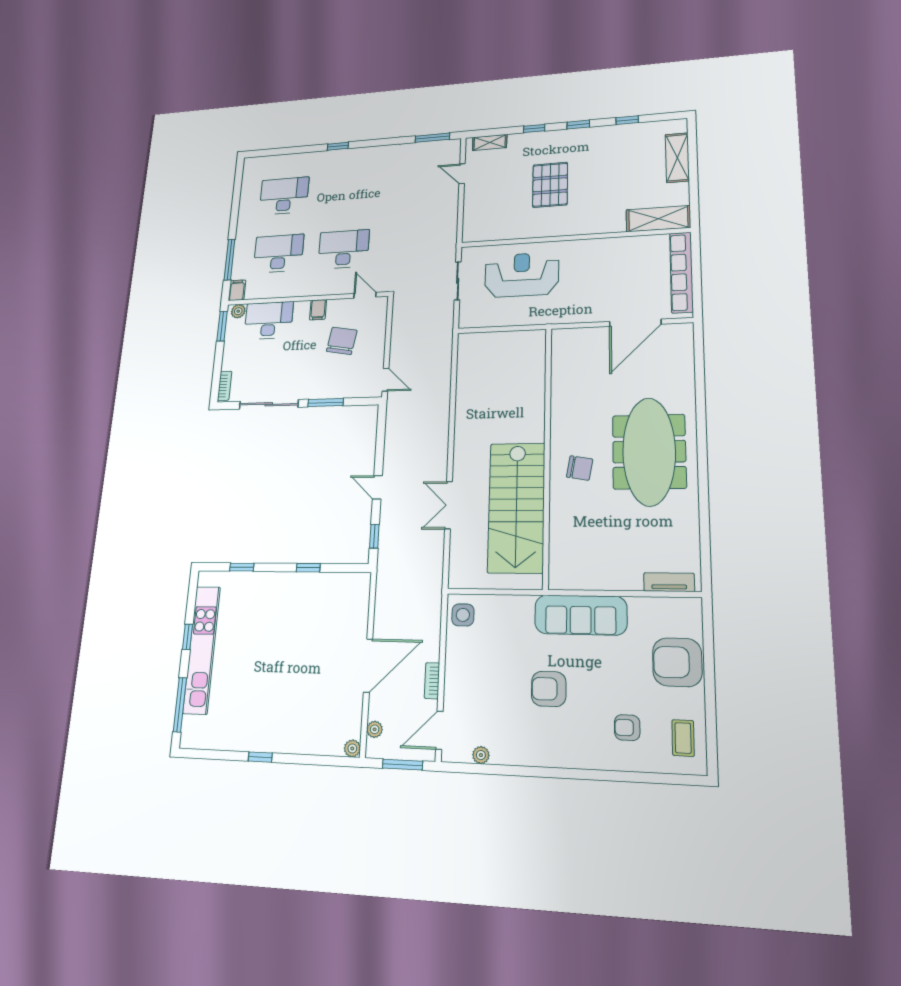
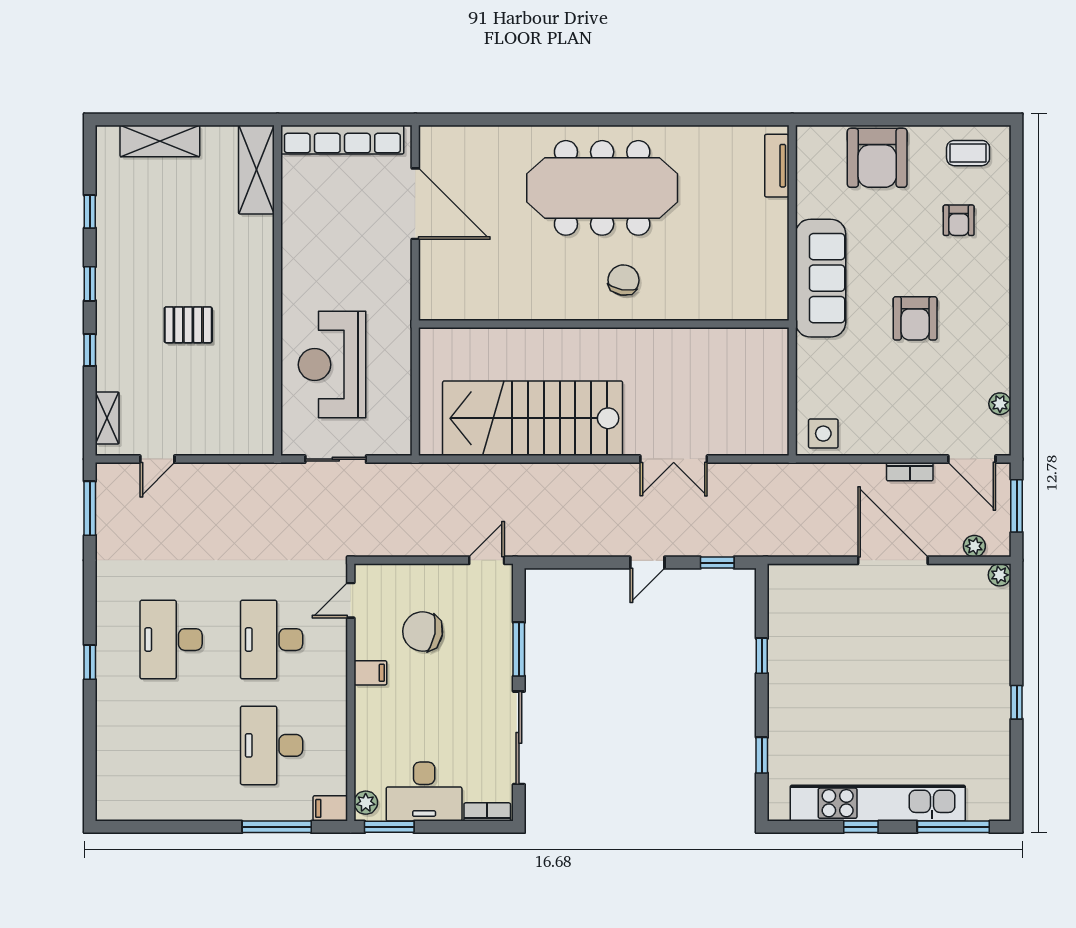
pallet: (550, 185) -> (188, 325), width x0.67, depth x0.71
desk: (284, 196) -> (171, 640), moved
desk: (269, 320) -> (424, 792), moved, turned -90
stairs: (516, 507) -> (533, 418), moved, turned 180

